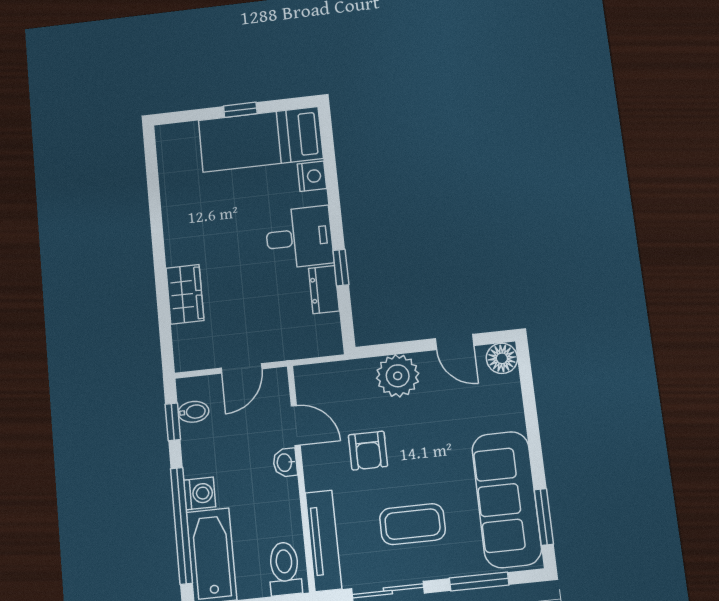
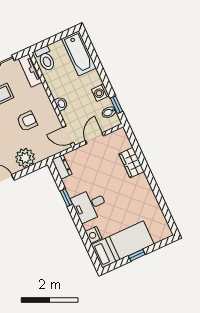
dresser: (324, 290) -> (62, 167), moved
door: (296, 425) -> (68, 135), moved
armchair: (368, 451) -> (27, 121), turned 90
washing machine: (200, 493) -> (100, 93), moved
window: (181, 526) -> (97, 62), removed
tv unit: (324, 541) -> (30, 70), width x0.71

